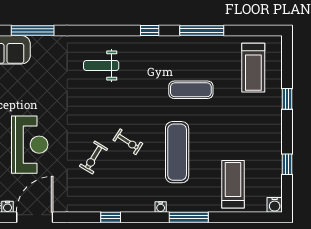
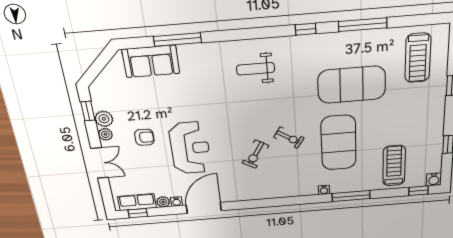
exercise mat: (191, 90) -> (352, 85), width x2.00, depth x1.45
exercise mat: (177, 152) -> (339, 143), width x1.47
window: (111, 217) -> (419, 191), moved

